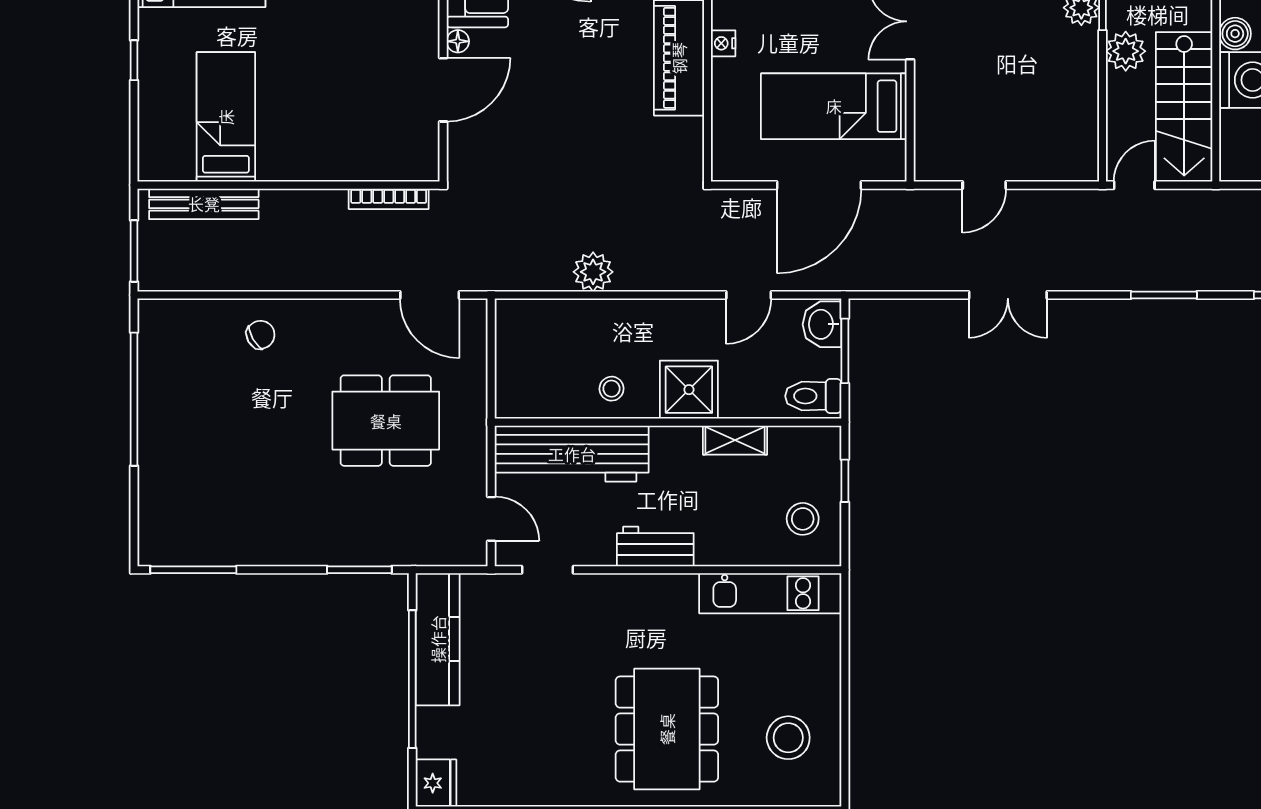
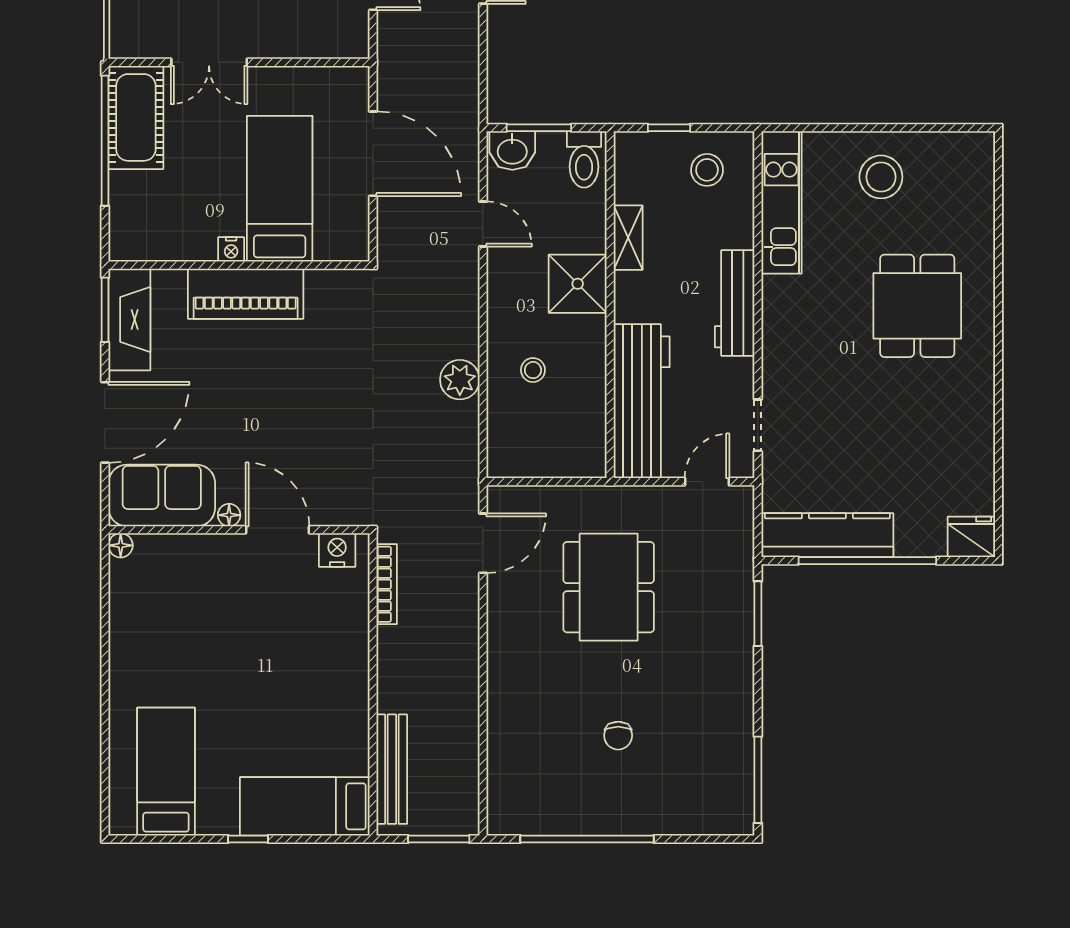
bed: (834, 106) -> (280, 189), moved, turned 180
bed: (226, 117) -> (305, 806), moved
nightstand: (423, 149) -> (337, 550), added
chair: (261, 335) -> (618, 736), moved, turned -150
stool: (612, 389) -> (533, 370), moved
workbench: (655, 547) -> (735, 303), width x1.38
dining table: (667, 729) -> (917, 306), width x0.73
stool: (788, 738) -> (881, 177), moved

